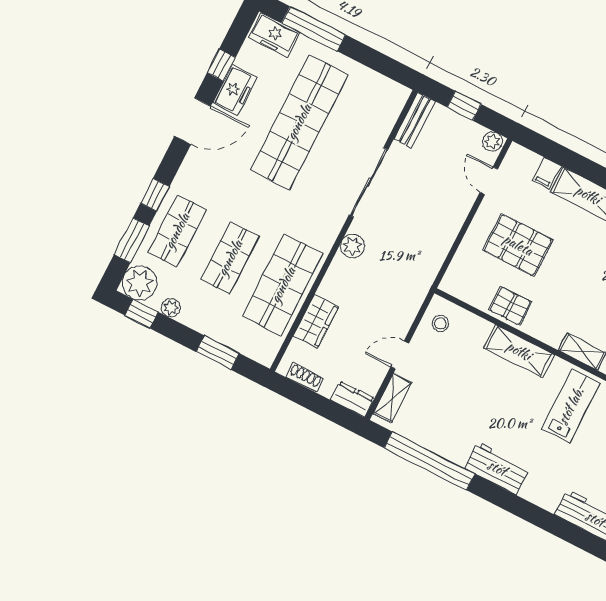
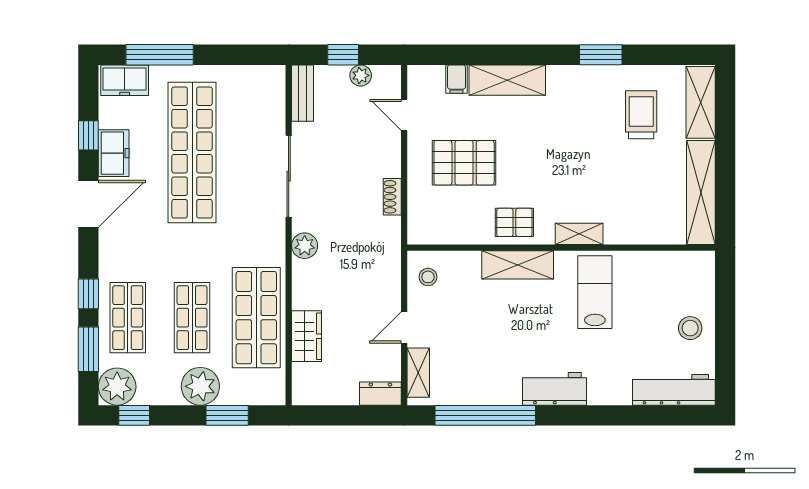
plant: (492, 142) -> (361, 75), moved
pallet: (510, 306) -> (514, 222), moved
plant: (171, 308) -> (200, 386), moved, width x1.88, depth x1.88
shoe rack: (305, 377) -> (392, 197), moved, turned -90

